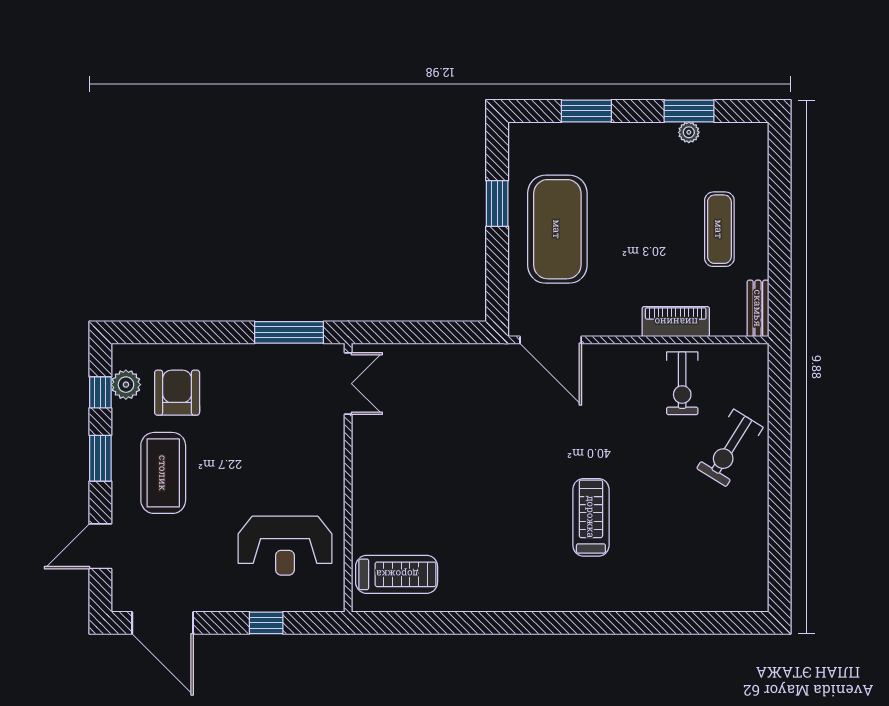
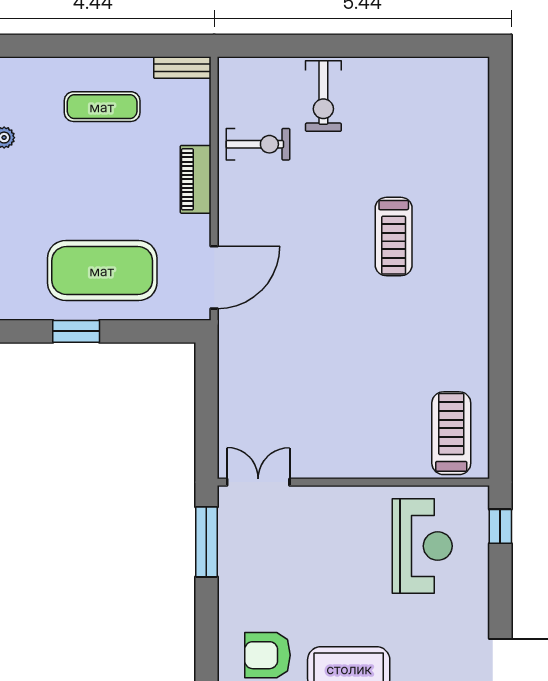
piano: (676, 322) -> (196, 179), moved
exercise bike: (730, 448) -> (323, 96), turned 58
treadmill: (591, 517) -> (394, 237), turned -90
window: (266, 623) -> (500, 526), moved

